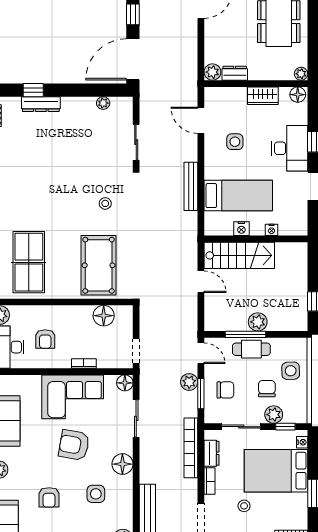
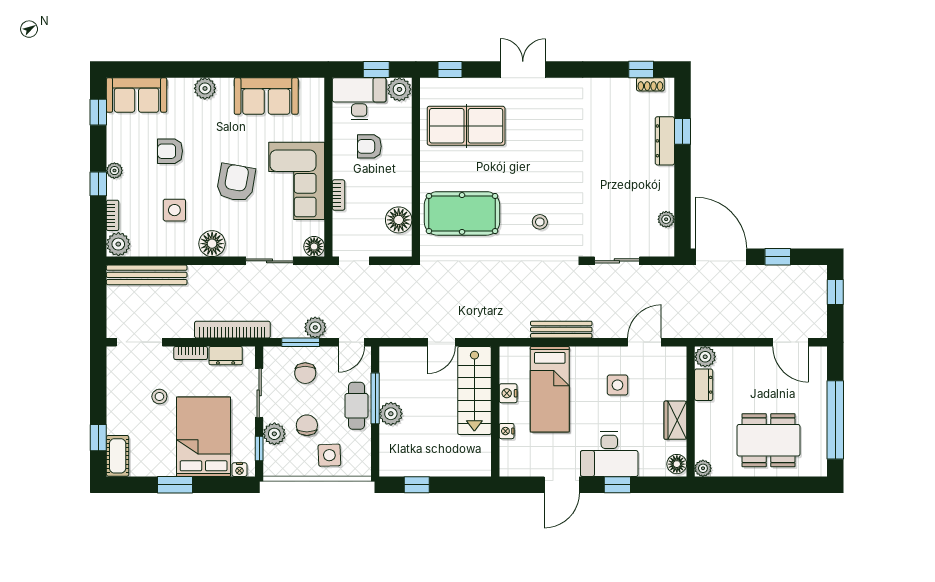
chair: (267, 389) -> (307, 425), turned -90

